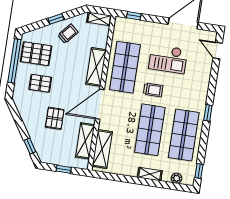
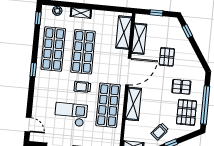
pallet: (36, 54) -> (187, 112), turned 90

